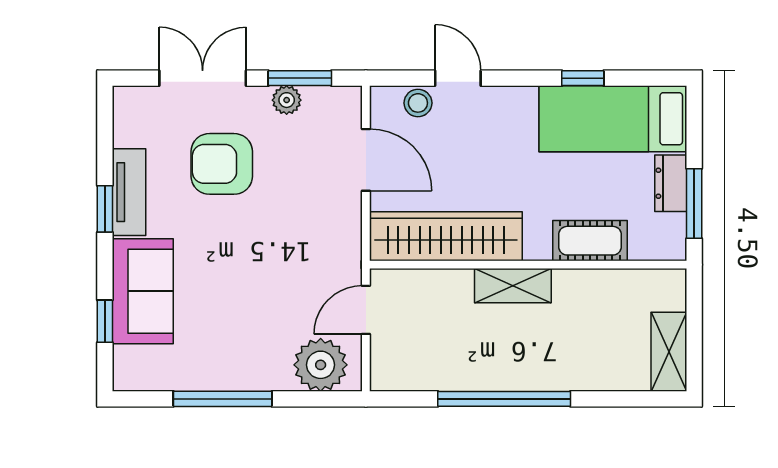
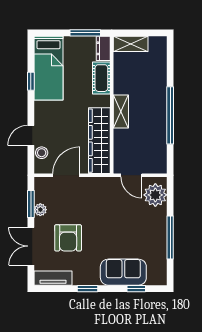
dresser: (671, 183) -> (103, 48), moved, turned 90
tv unit: (129, 192) -> (53, 278), moved
shelving: (669, 352) -> (131, 44), moved

